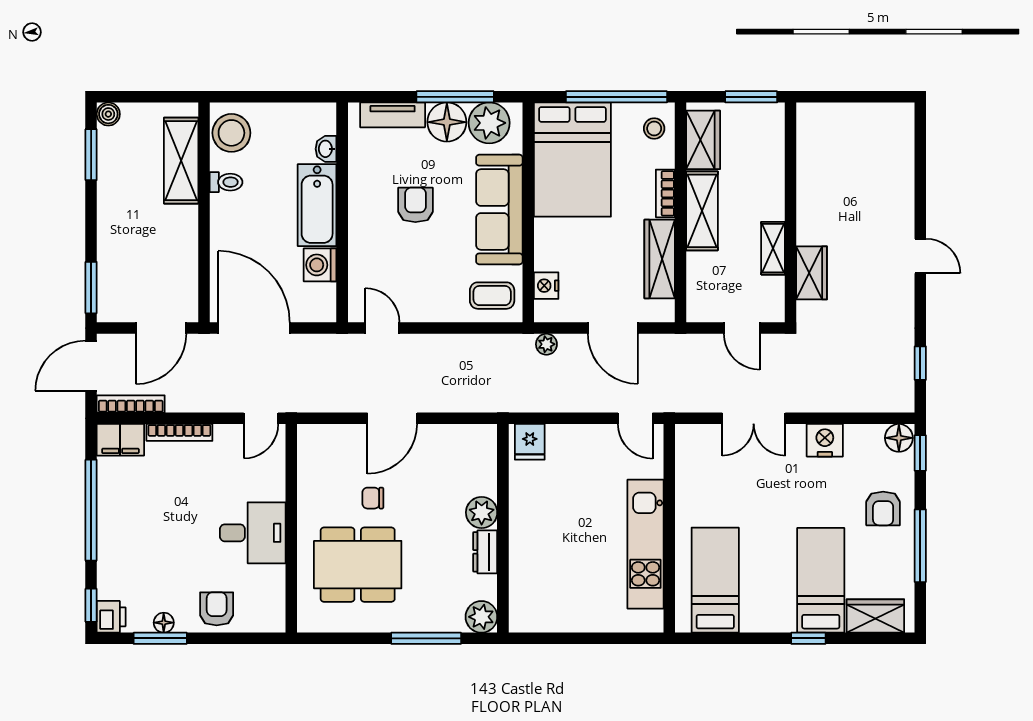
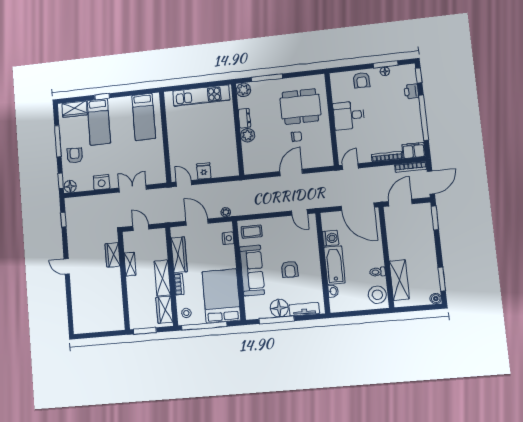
plant: (489, 123) -> (260, 309), removed
fridge: (530, 442) -> (204, 171), moved
kitchen unit: (645, 544) -> (201, 96), moved, turned 90
printer: (111, 617) -> (411, 91), moved

